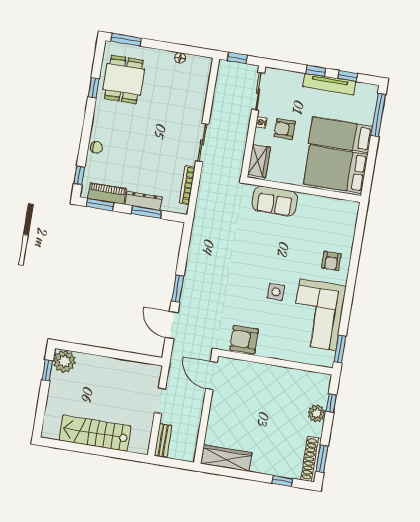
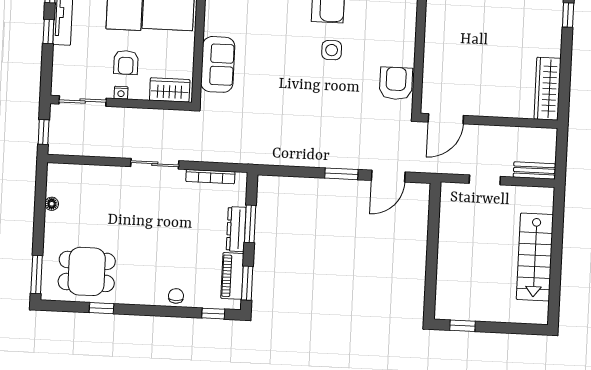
armchair: (244, 339) -> (396, 83), turned 180
plant: (64, 361) -> (449, 306), removed

